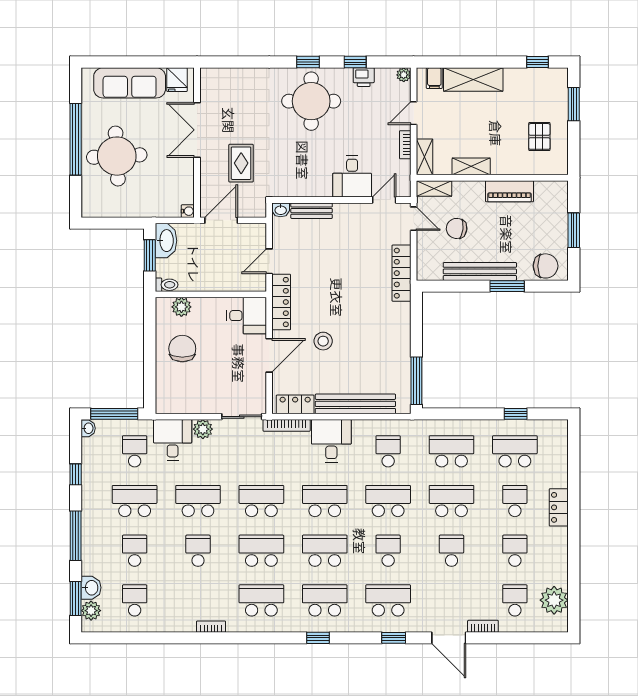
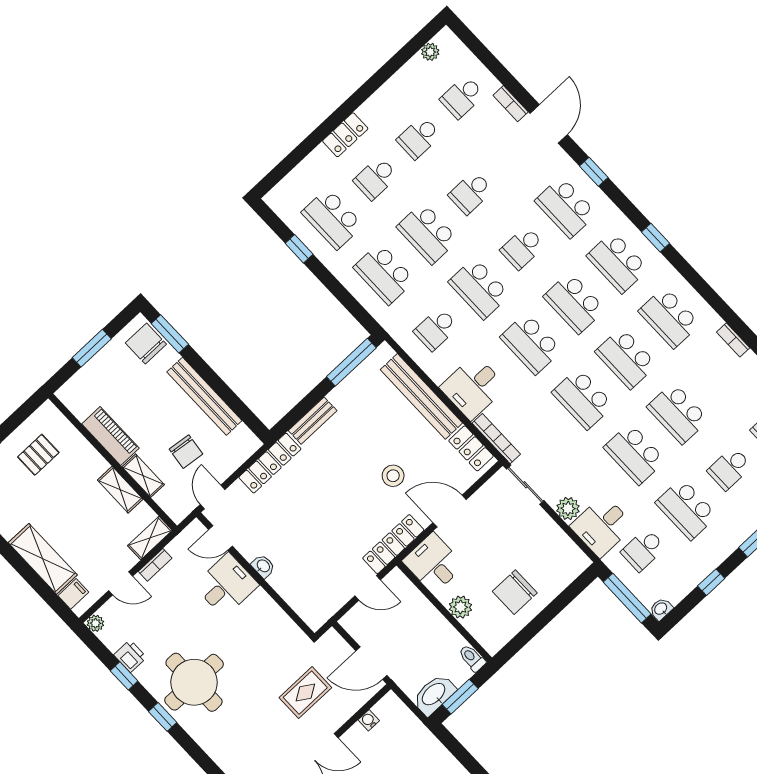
shelving: (434, 188) -> (143, 476), moved
washbasin: (281, 210) -> (263, 566), moved
water cooler: (188, 211) -> (369, 720), moved
bench: (312, 211) -> (313, 421), moved, turned 90
window: (507, 286) -> (170, 334), moved
plant: (181, 307) -> (460, 607), moved
school desk: (198, 551) -> (678, 413), width x1.85
plant: (554, 600) -> (430, 52), width x0.53, depth x0.53

